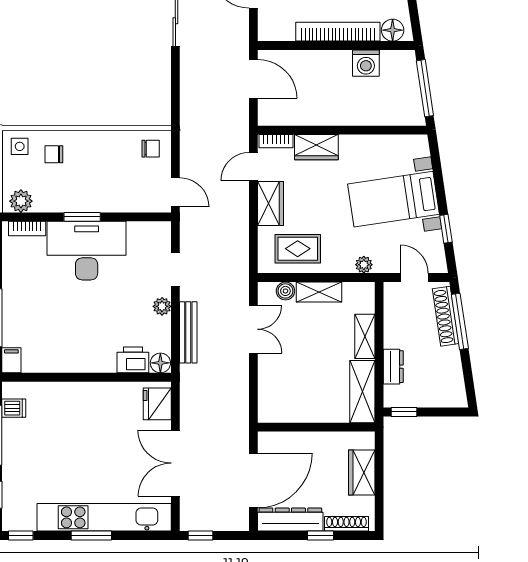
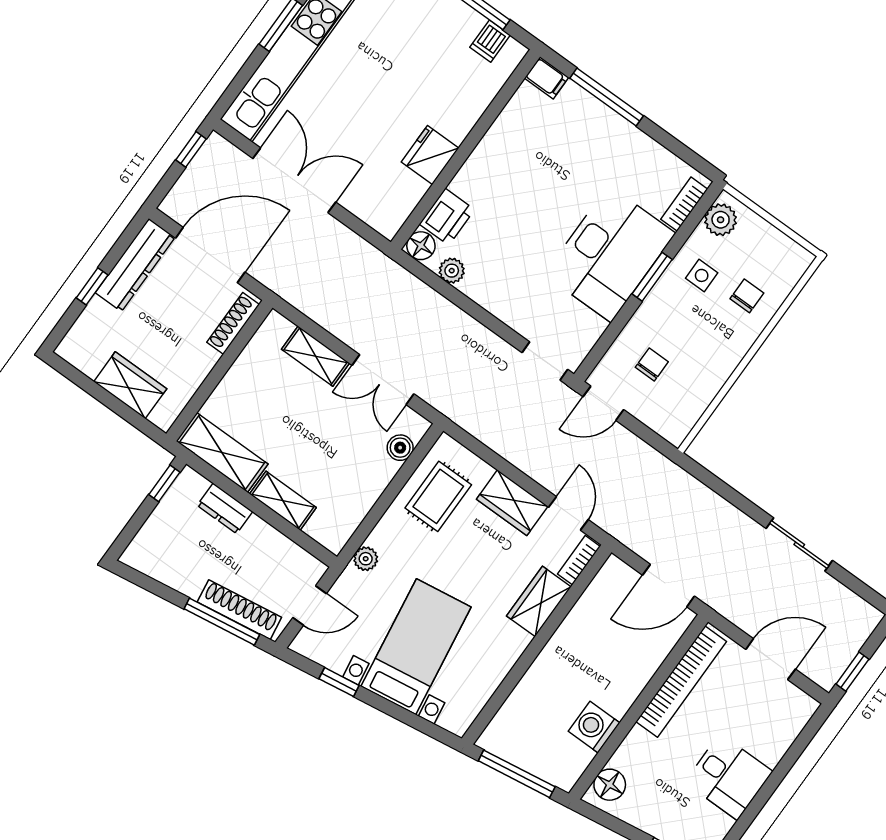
bookcase: (338, 32) -> (681, 682), moved
side table: (20, 146) -> (702, 275), moved
chair: (151, 149) -> (652, 365), moved, turned 180
doorway: (175, 270) -> (545, 361), moved
shelving: (319, 292) -> (315, 356), moved, turned 90
plant: (162, 306) -> (452, 271), moved
bench: (188, 332) -> (433, 303), removed
fridge: (157, 404) -> (430, 155), moved, turned -90
door: (253, 480) -> (210, 255), swing flipped
shoe rack: (346, 524) -> (233, 323), moved, turned 180

